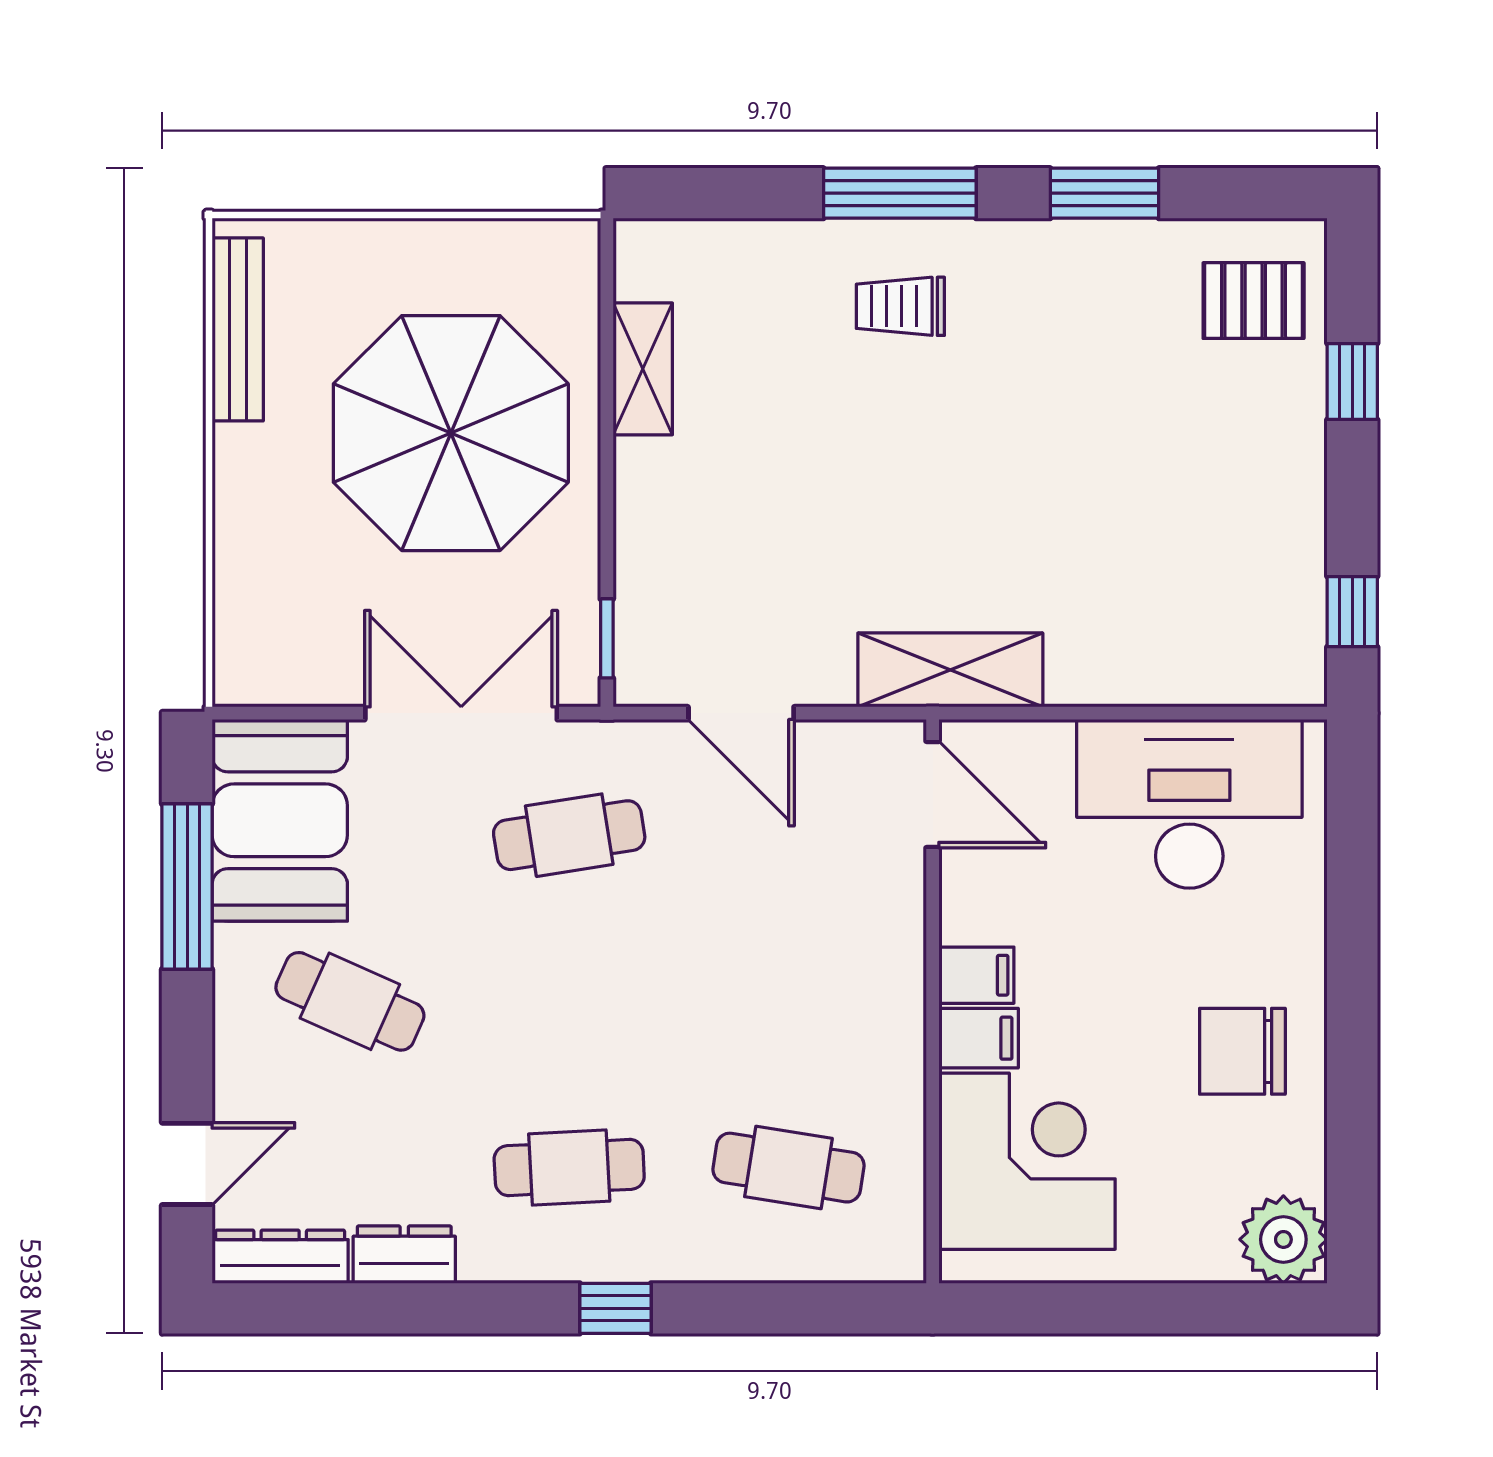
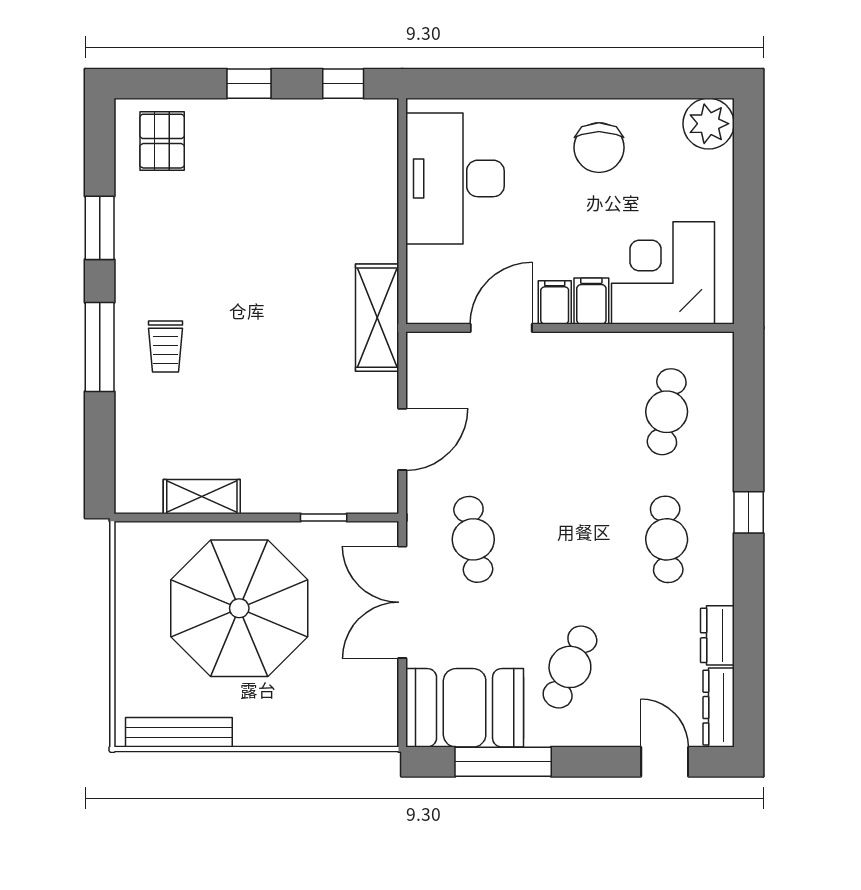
window: (1352, 382) -> (249, 84), moved
window: (607, 638) -> (324, 517), moved
door: (933, 794) -> (501, 328), moved

